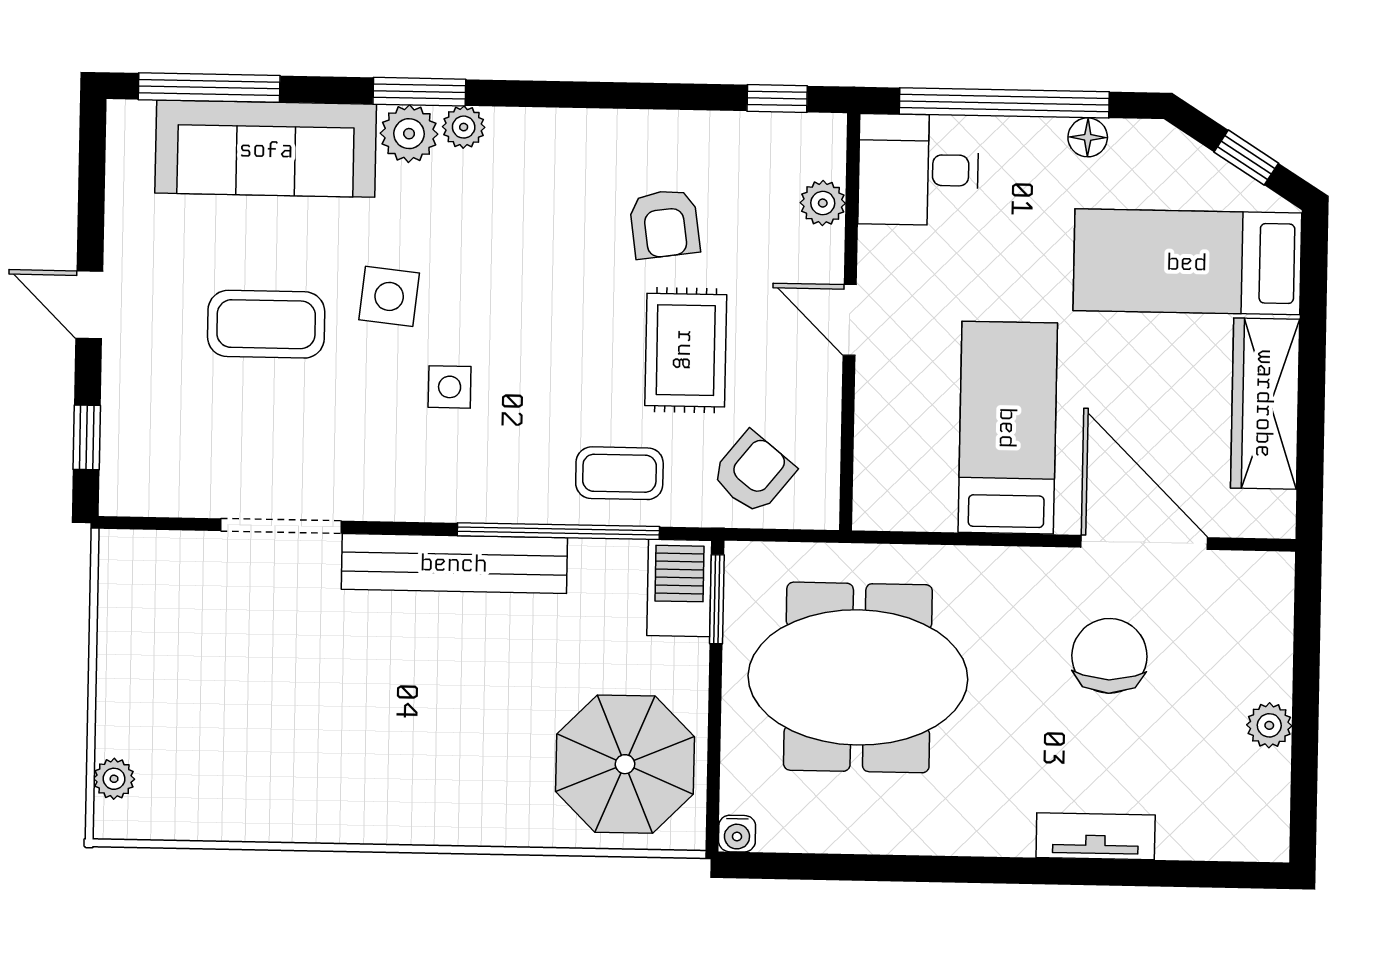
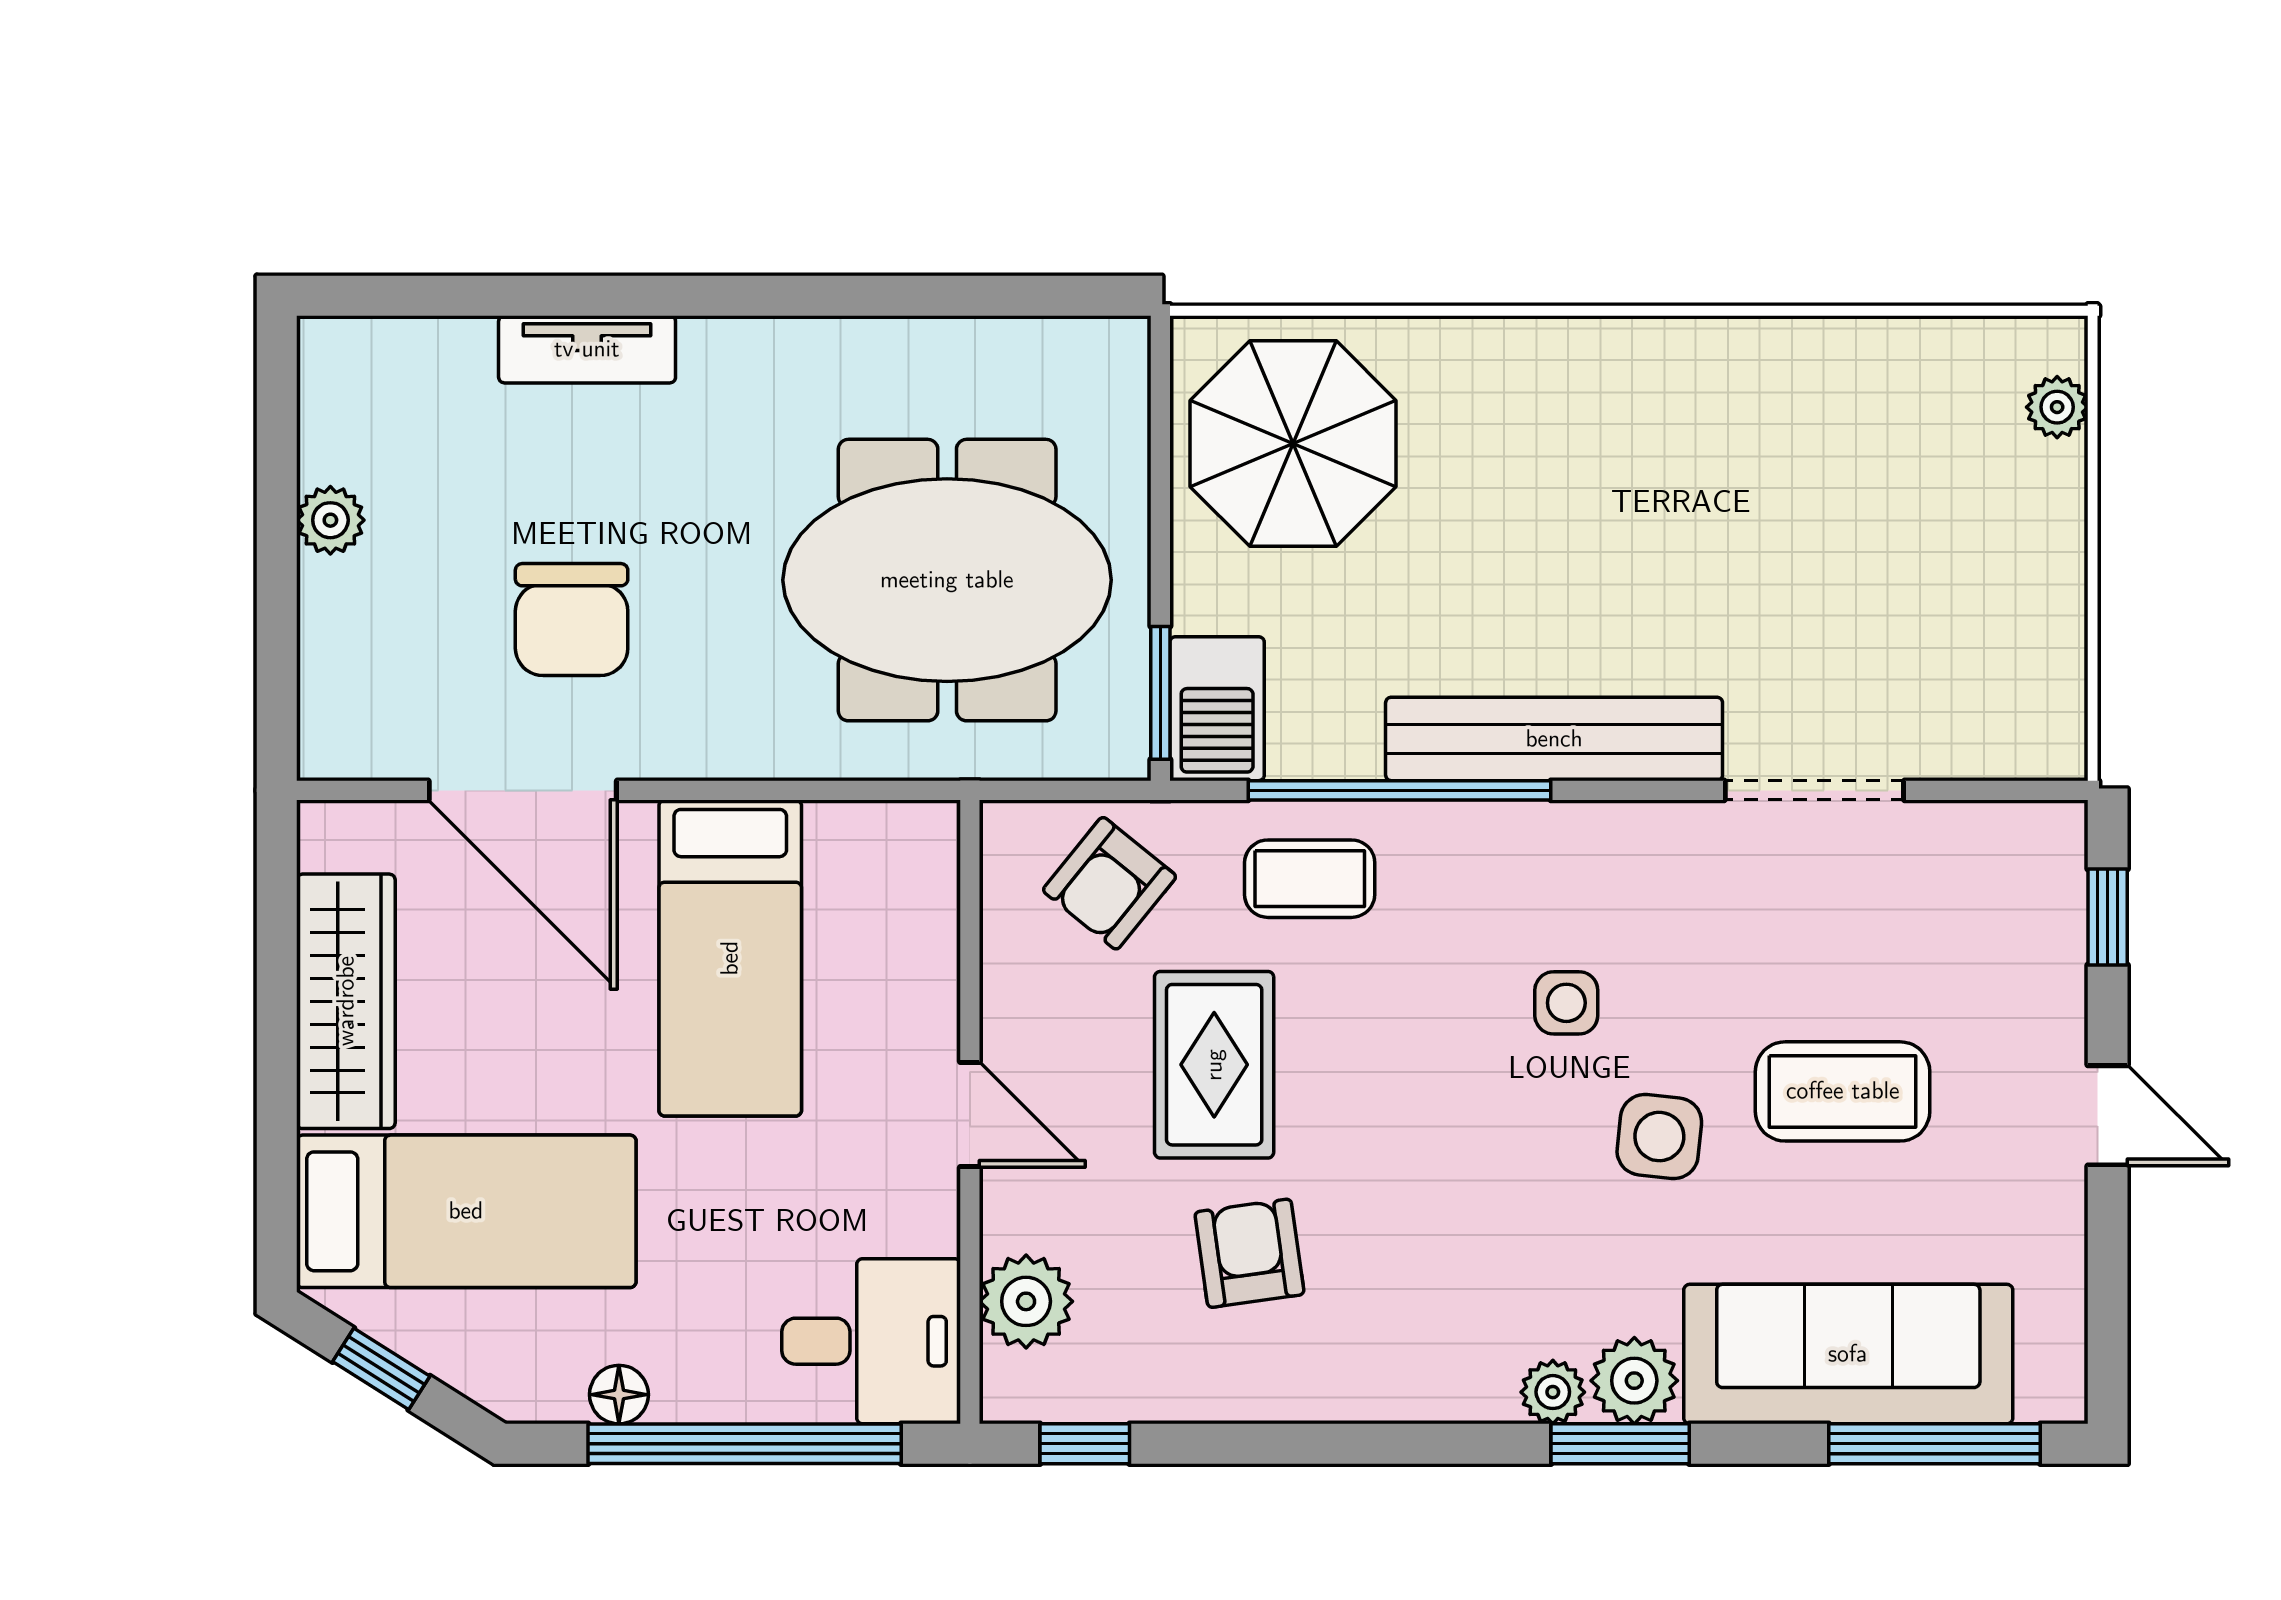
plant: (823, 203) -> (1026, 1301), width x1.38, depth x1.38
water cooler: (737, 834) -> (1123, 343), removed

